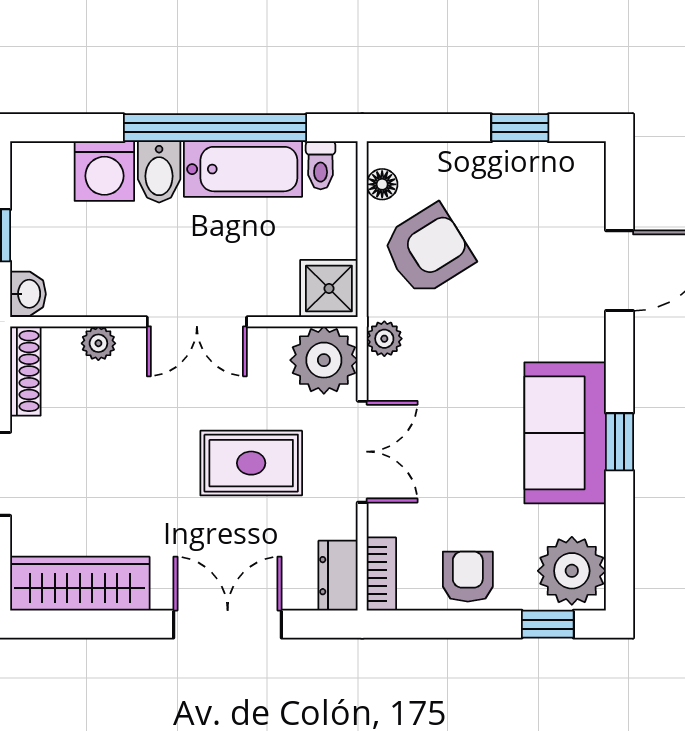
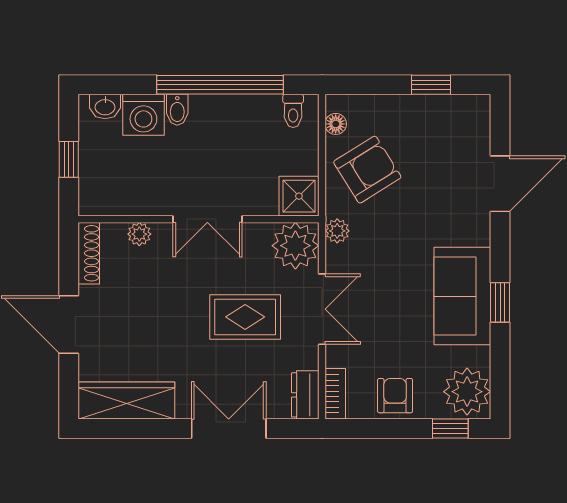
bathtub: (243, 169) -> (239, 113), removed
bidet: (159, 172) -> (177, 110), width x0.72, depth x0.74
washbasin: (28, 294) -> (105, 107), moved, turned 90

